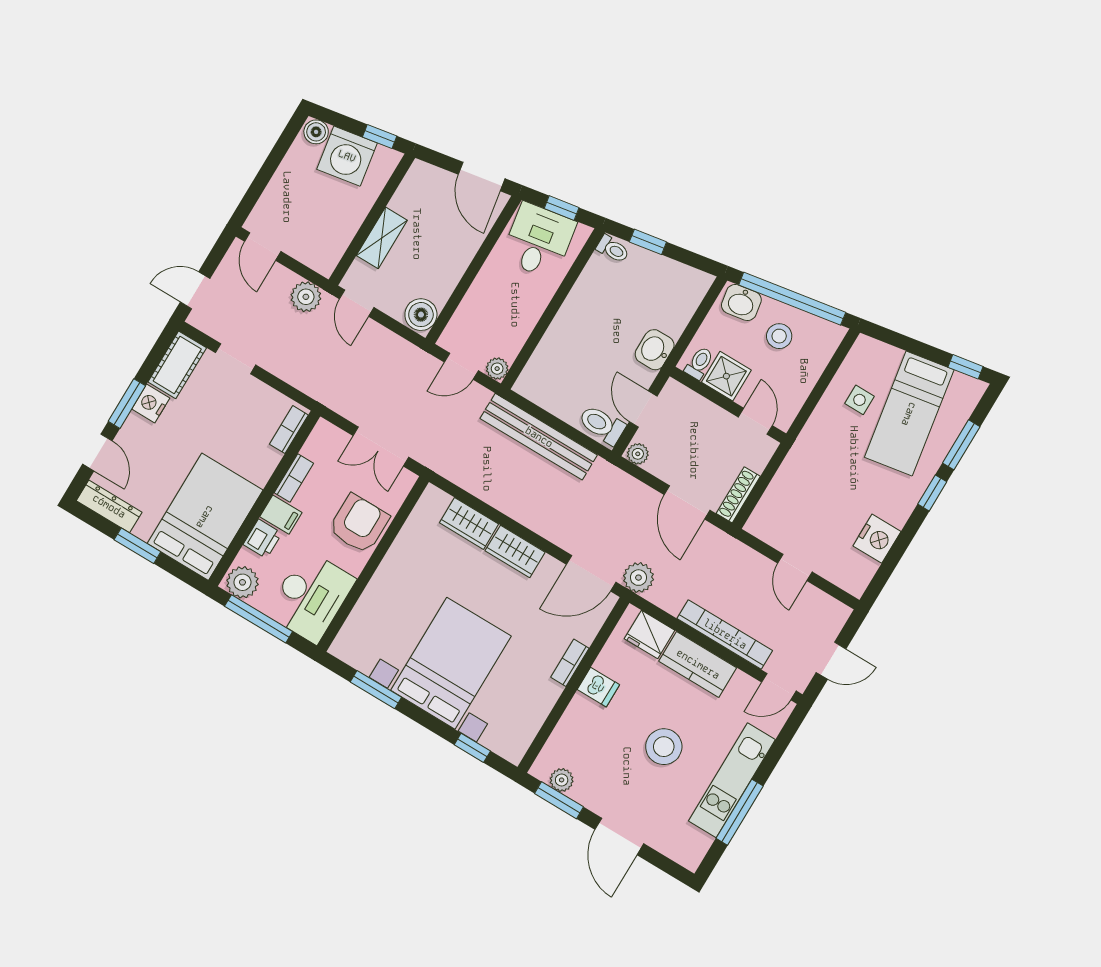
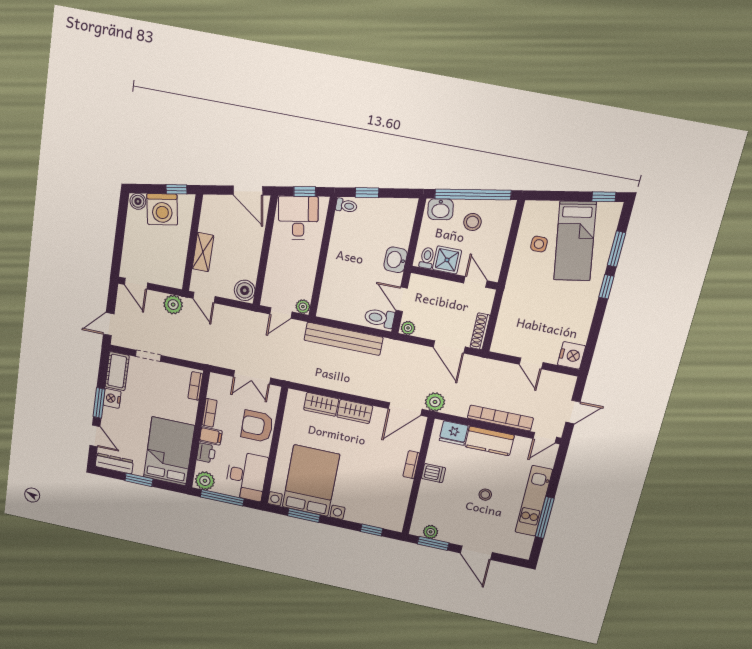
armchair: (359, 524) -> (257, 426), turned -90
nightstand: (877, 539) -> (571, 355), moved
bed with nightstands: (451, 663) -> (311, 481), moved
stool: (664, 747) -> (485, 495), width x0.53, depth x0.53

